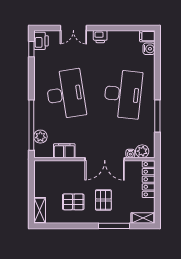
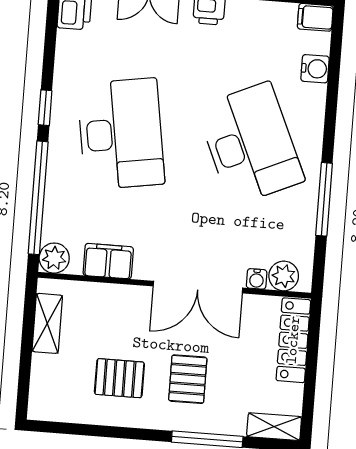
window: (31, 49) -> (45, 108), moved
water cooler: (149, 49) -> (315, 69), moved
desk: (123, 94) -> (250, 144), turned -30
plant: (40, 137) -> (54, 258), moved
shelving: (40, 210) -> (47, 323), moved

